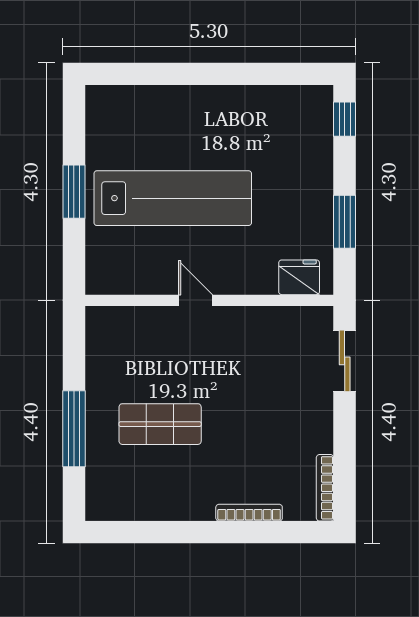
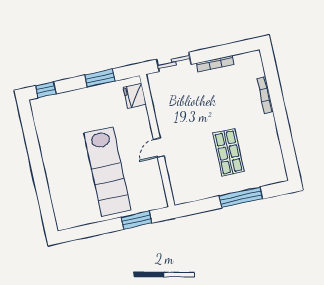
window: (74, 192) -> (136, 220), moved
lab bench: (173, 198) -> (107, 172), turned 180
bookcase: (325, 488) -> (215, 64), moved

